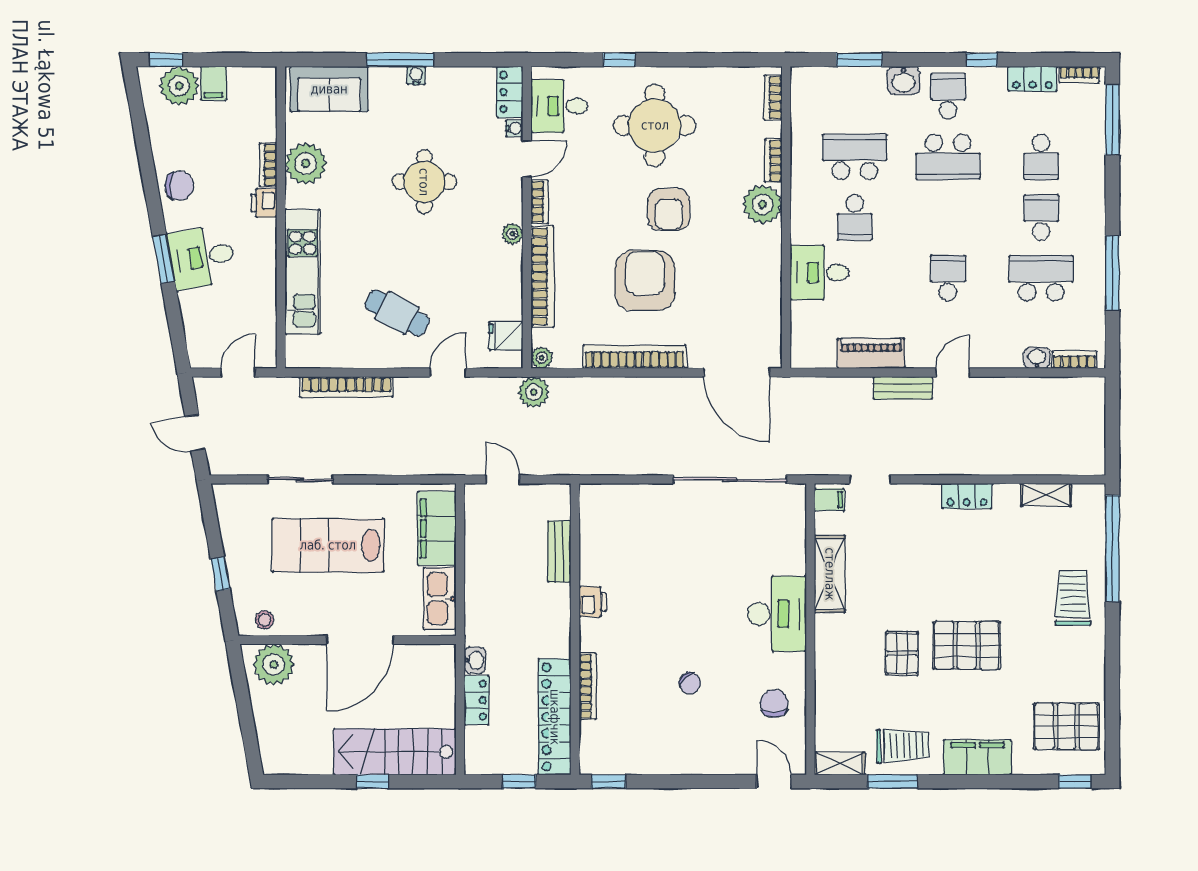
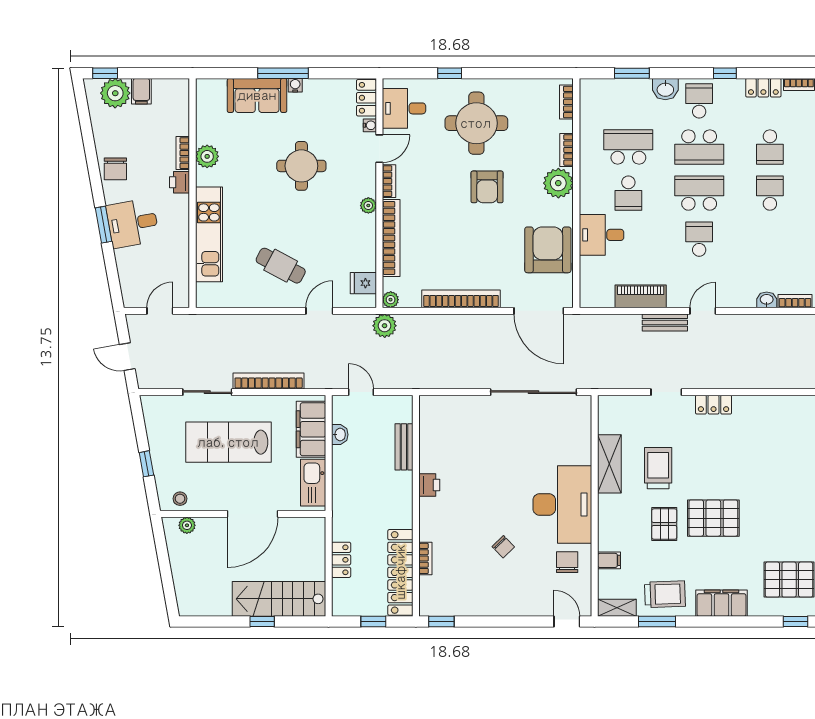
sofa: (329, 89) -> (257, 95), moved
plant: (306, 164) -> (207, 156), width x0.73, depth x0.73
chair: (179, 186) -> (115, 169), turned 90
school desk: (1041, 278) -> (699, 193), moved
armchair: (645, 281) -> (548, 250), moved
bookcase: (346, 387) -> (269, 381), moved, turned 180
doorway: (870, 479) -> (666, 392), moved
shelving: (1046, 495) -> (774, 404), removed
filing cabinet: (829, 500) -> (609, 560), moved
trolley: (1073, 598) -> (658, 468), moved
desk: (777, 614) -> (562, 504), width x1.36, depth x1.30
washbasin: (475, 660) -> (340, 435), moved
plant: (274, 665) -> (187, 525), width x0.53, depth x0.53
bookcase: (588, 686) -> (425, 558), width x0.64

